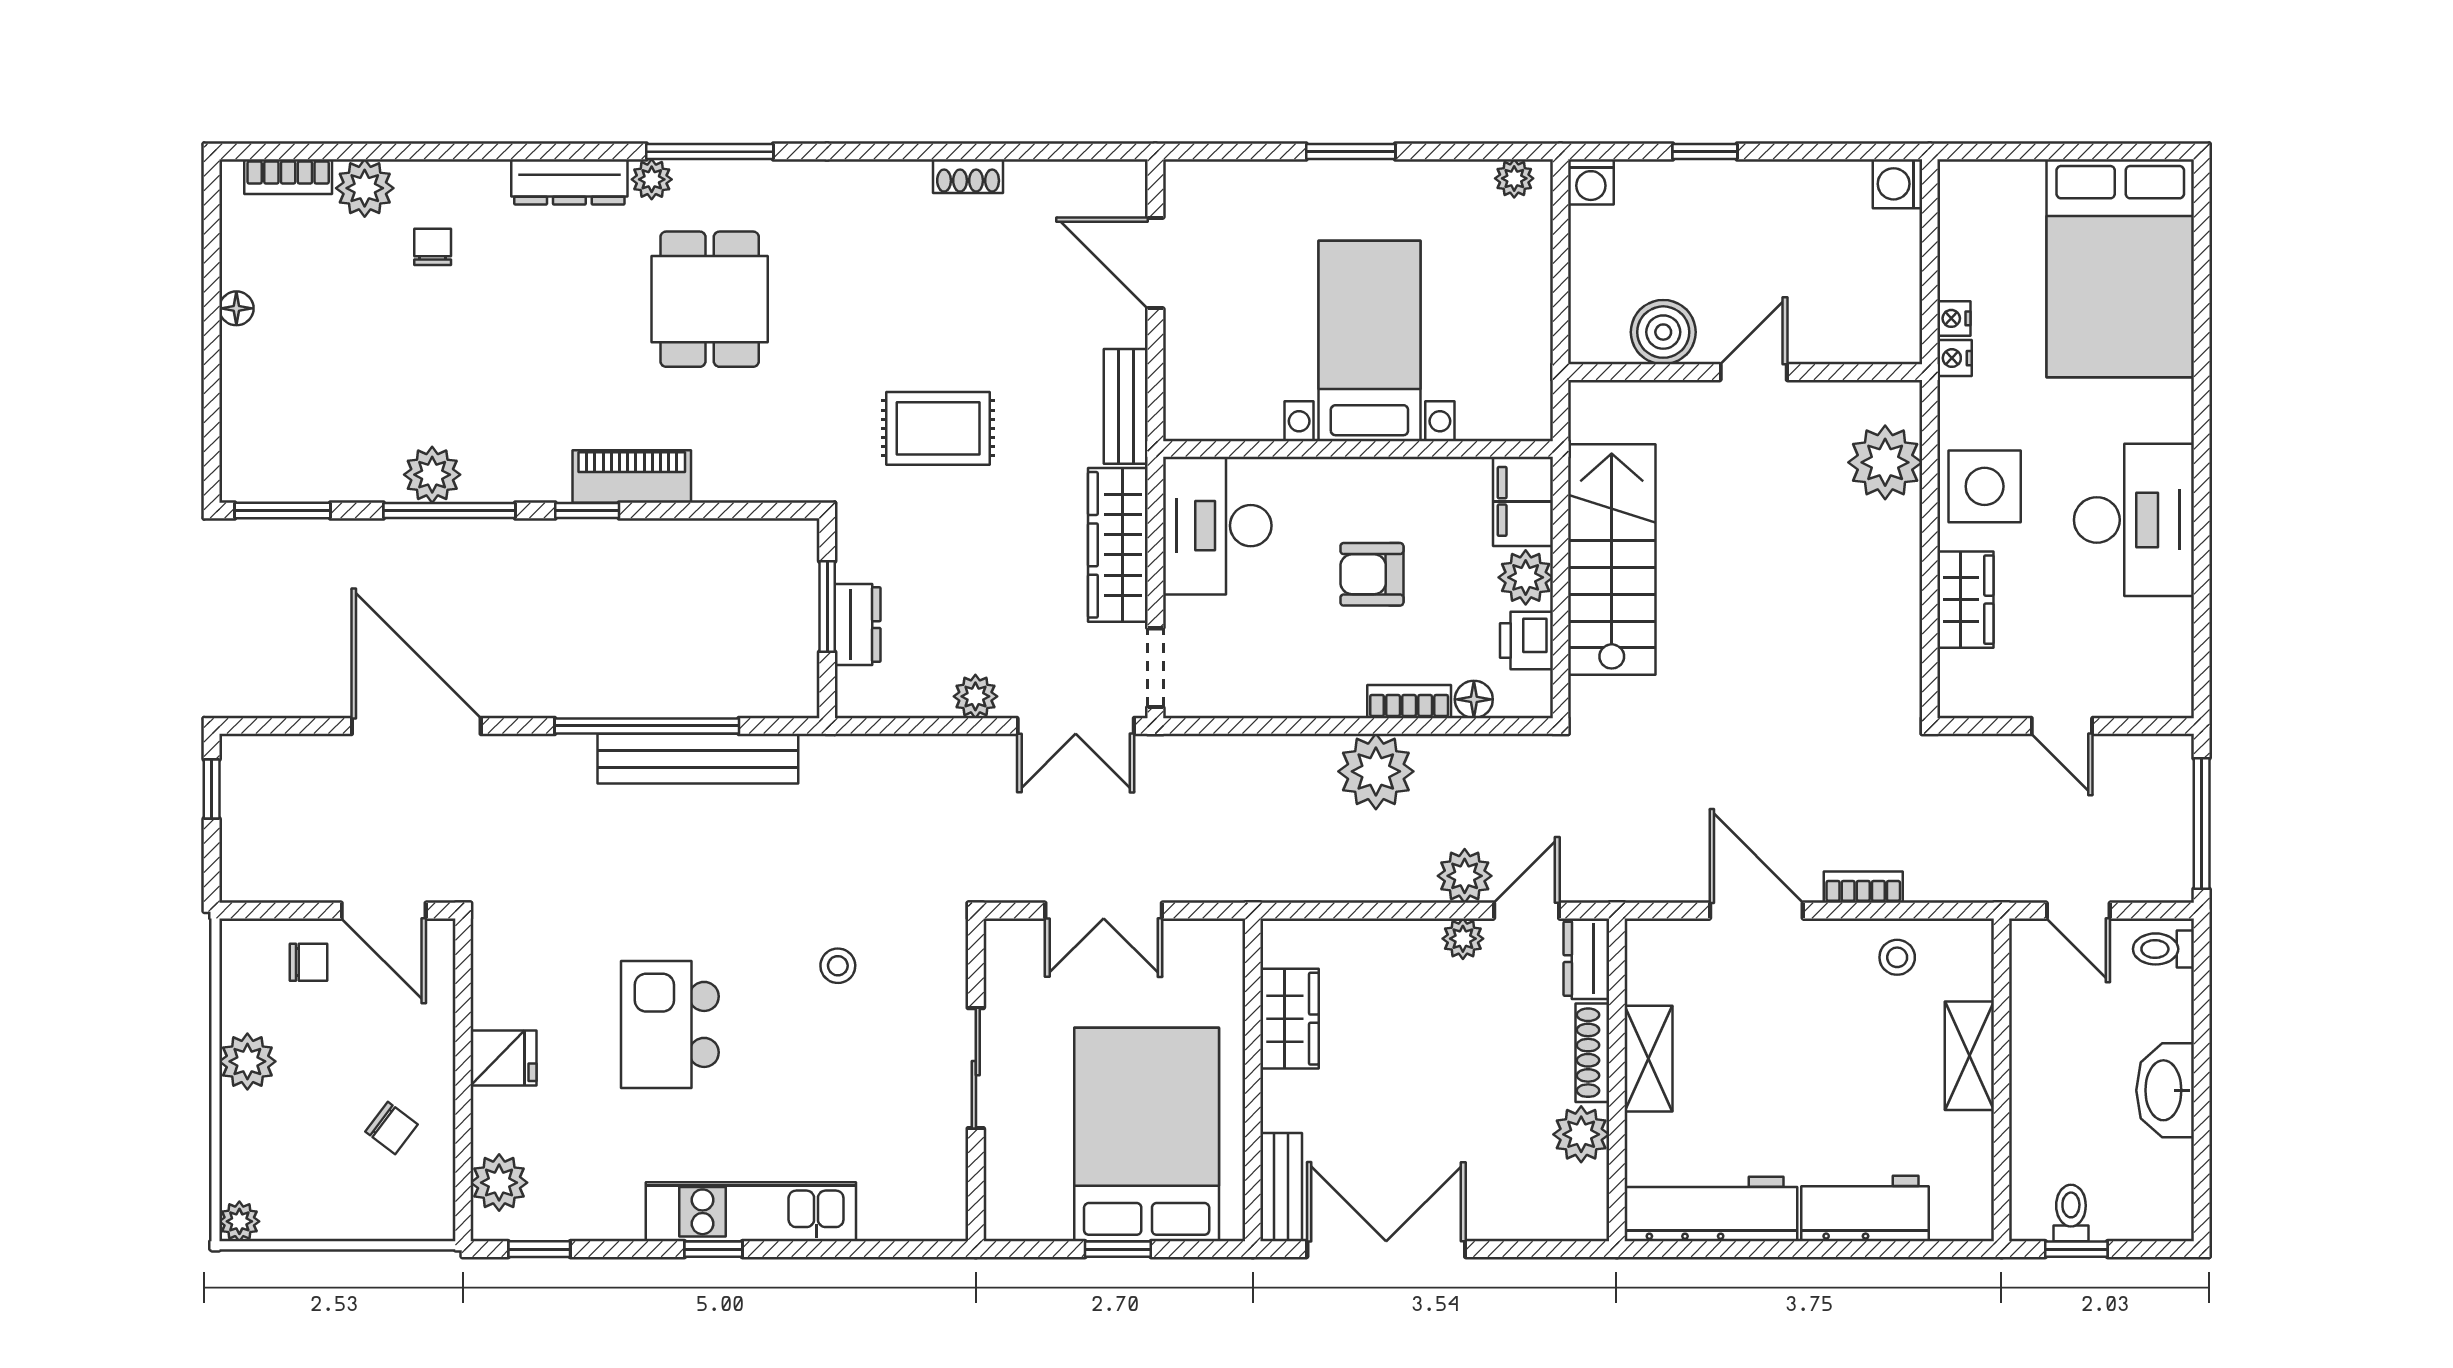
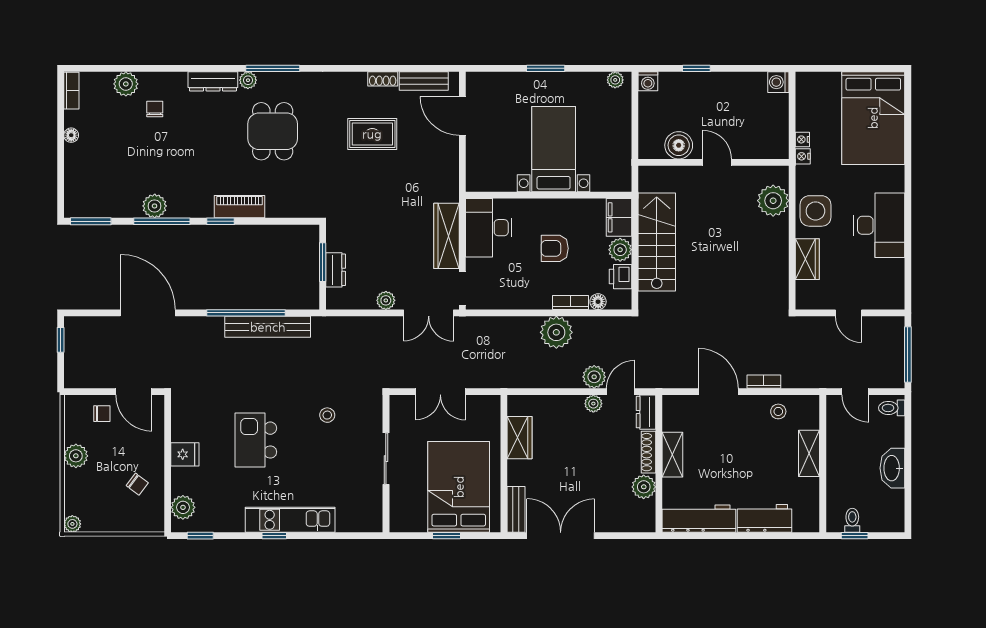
bookcase: (288, 177) -> (71, 91), moved, turned -90
door: (1754, 372) -> (717, 162), hinge flipped
bench: (1126, 406) -> (424, 81), moved, turned 90
rug: (938, 428) -> (372, 134), moved

